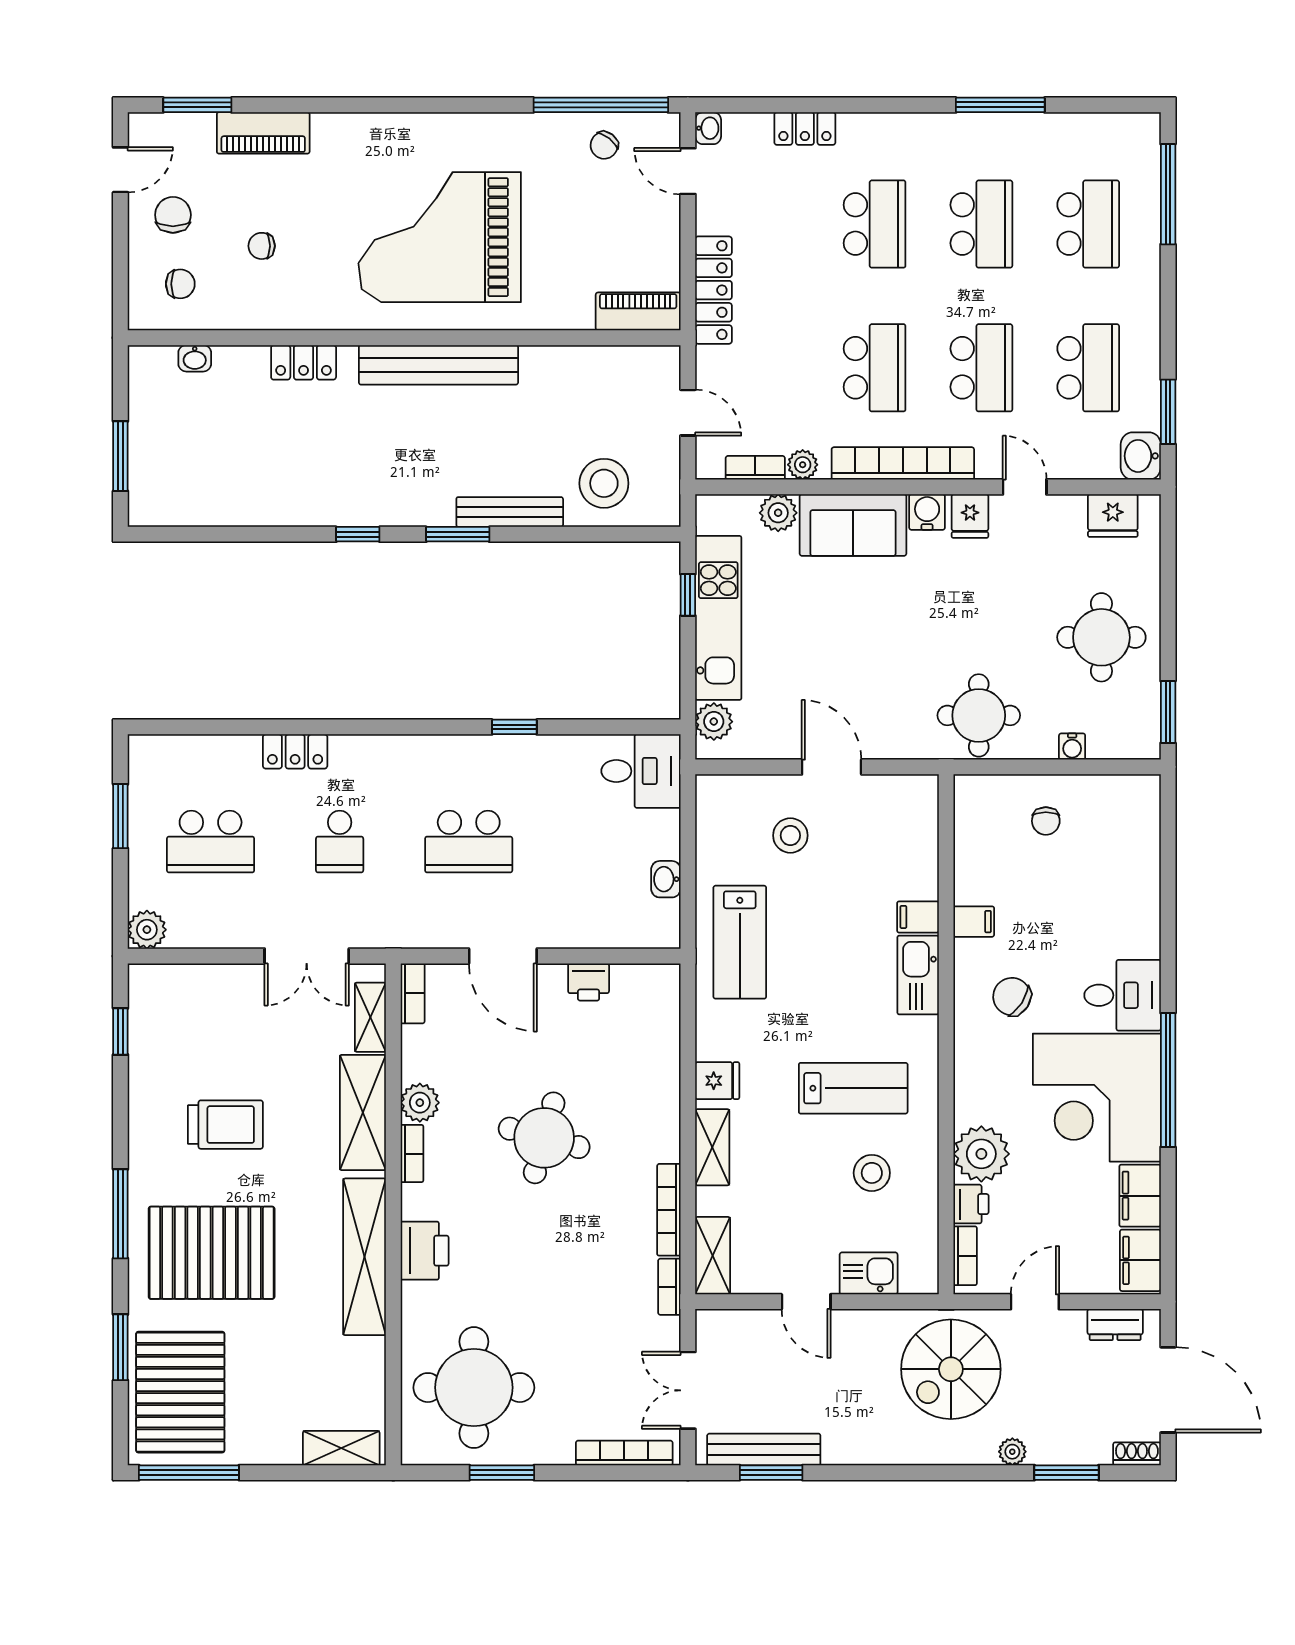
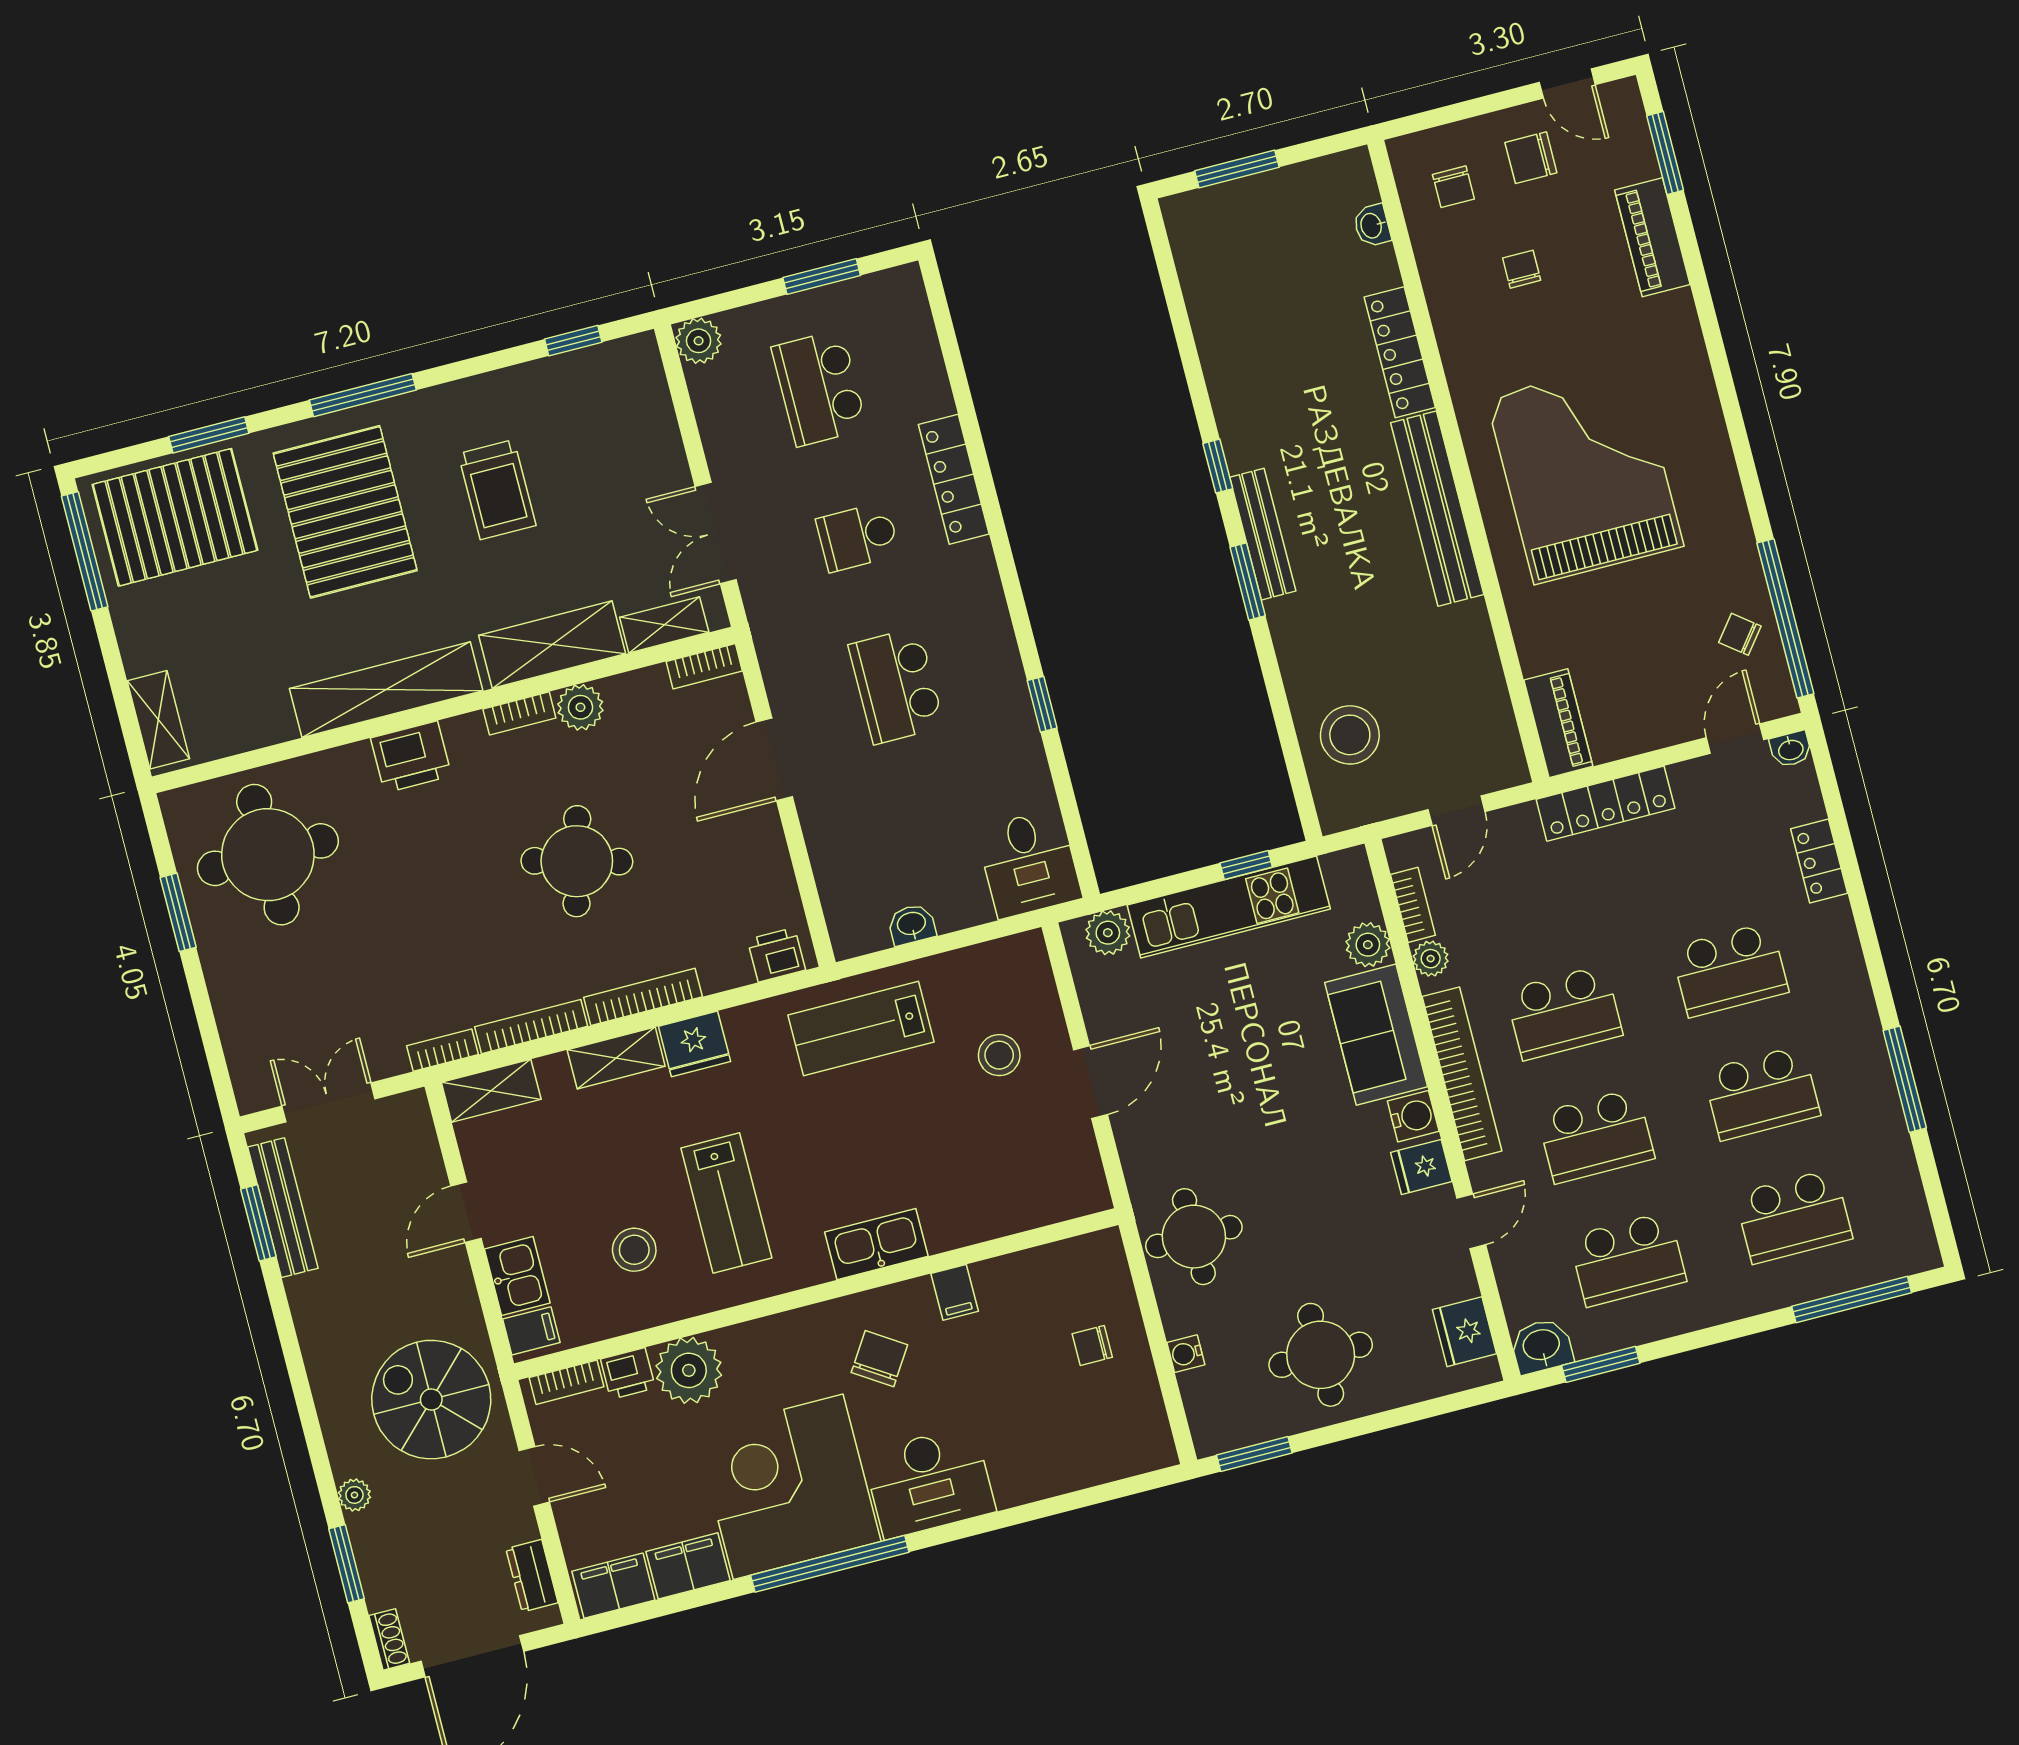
chair: (173, 215) -> (1531, 158), turned 180
locker: (304, 362) -> (1400, 352), width x1.53
bench: (510, 512) -> (1263, 534), moved
locker: (295, 751) -> (954, 479), width x1.53
filing cabinet: (918, 917) -> (531, 1331), moved, turned 90
printer: (589, 982) -> (776, 955), moved, turned 90
desk: (1123, 995) -> (929, 1482), width x1.37
fridge: (717, 1081) -> (695, 1044), width x1.38
bookcase: (624, 1453) -> (643, 997), moved, turned -90

